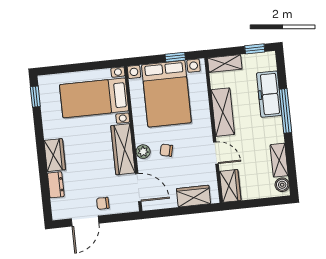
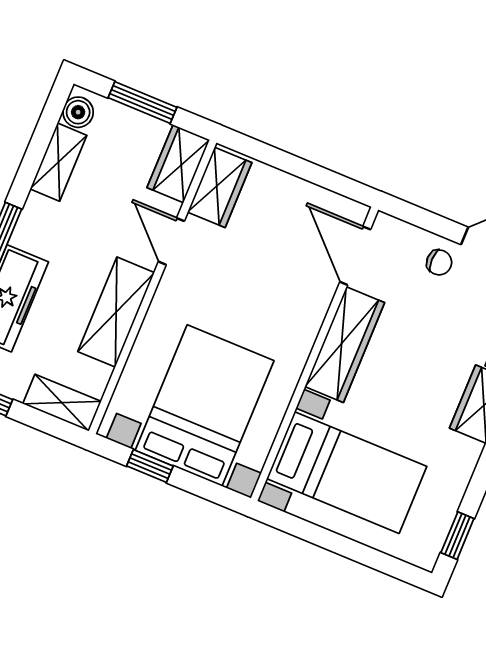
chair: (166, 150) -> (263, 298), removed
plant: (143, 152) -> (309, 319), removed
wardrobe: (194, 196) -> (220, 187), moved, turned -90
window: (258, 203) -> (143, 102), added

